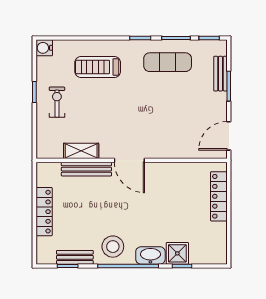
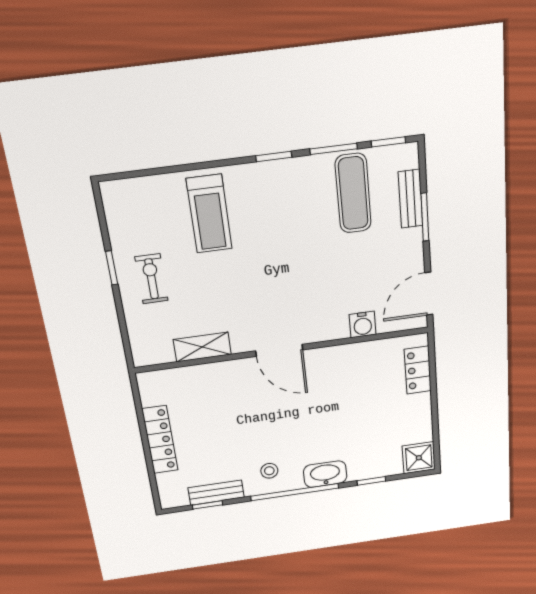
water cooler: (44, 48) -> (363, 325), moved, turned -90
exercise mat: (168, 62) -> (353, 193), moved, turned 90
treadmill: (98, 67) -> (209, 214), turned -90
bench: (86, 169) -> (215, 372), removed
locker: (219, 196) -> (418, 370), width x0.66
stool: (113, 247) -> (269, 471), width x0.53, depth x0.53
shower: (177, 253) -> (419, 458), moved

